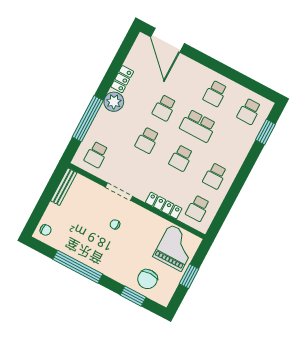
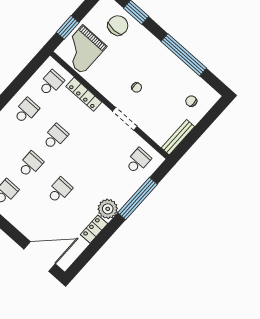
door: (168, 40) -> (40, 257), hinge flipped
school desk: (198, 126) -> (30, 165), width x0.54
school desk: (147, 140) -> (84, 163), removed
chair: (46, 230) -> (191, 101), moved
window: (189, 276) -> (68, 27), moved

